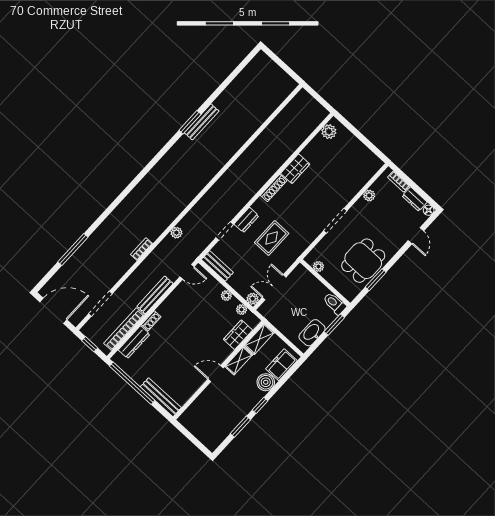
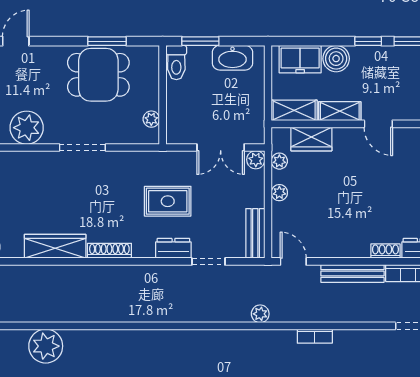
plant: (256, 115) -> (46, 346), added
wardrobe: (295, 169) -> (55, 246), width x1.50
plant: (369, 195) -> (27, 128), width x1.87, depth x1.87

